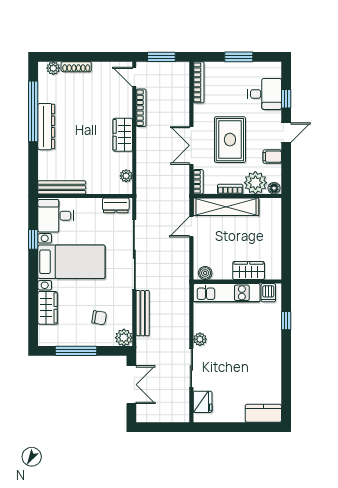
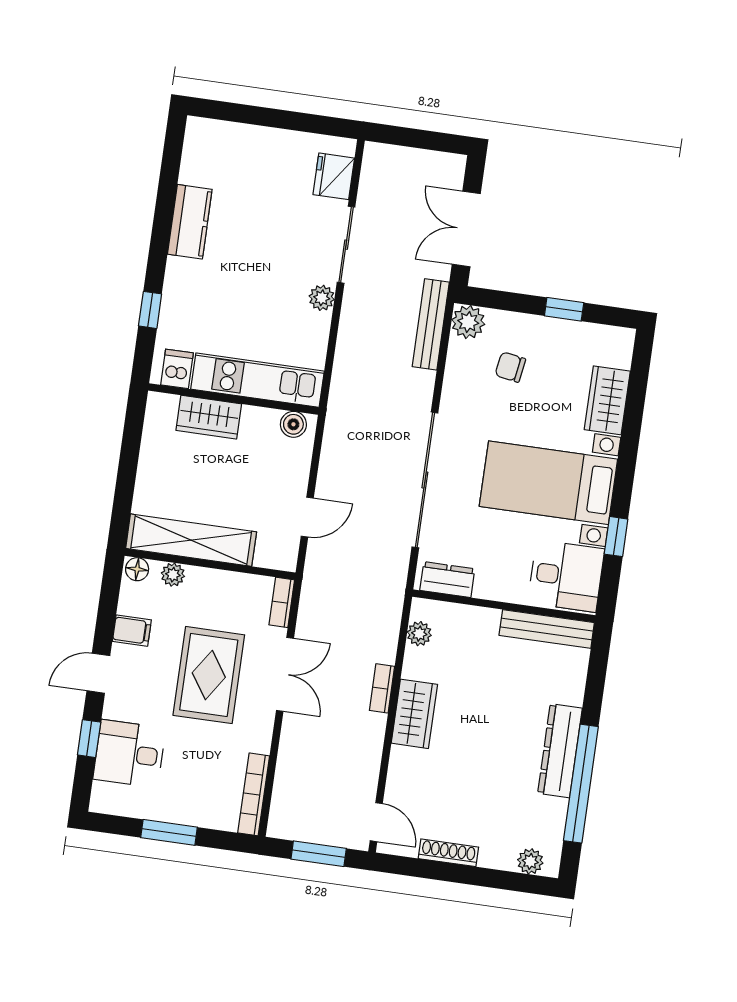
shoe rack: (76, 67) -> (448, 853), moved
bookcase: (141, 108) -> (382, 688), moved, width x0.64
plant: (255, 183) -> (173, 575), width x0.53, depth x0.53
bookcase: (230, 189) -> (222, 580), removed
shelving: (226, 207) -> (191, 540), moved
bench: (143, 313) -> (431, 324), moved
window: (76, 351) -> (564, 309), width x0.46
kitchen counter: (263, 413) -> (190, 222), moved, turned -90

